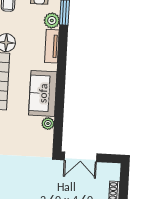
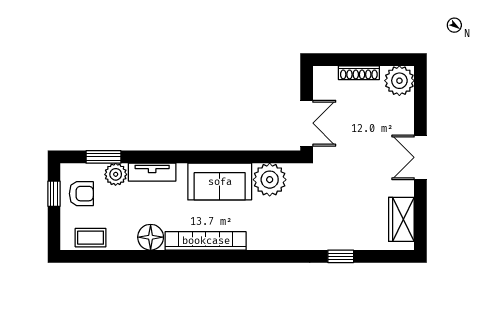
plant: (48, 124) -> (270, 180), width x1.87, depth x1.87

